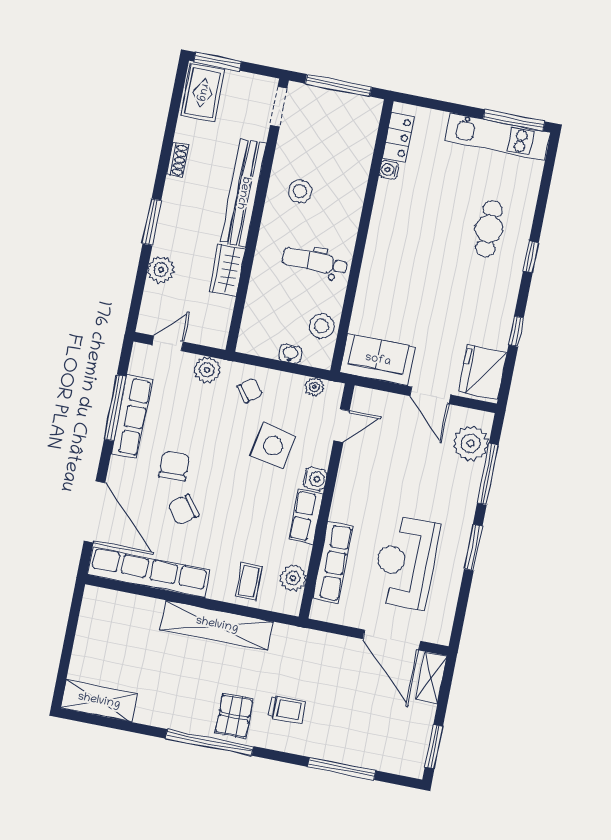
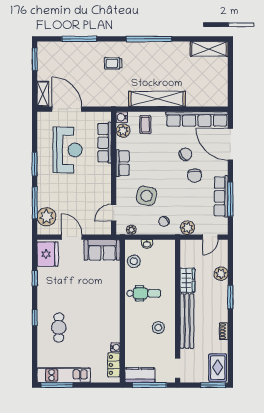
kitchen counter: (353, 108) -> (140, 375), added
water cooler: (315, 479) -> (122, 117), moved
pallet: (234, 716) -> (139, 55), removed

